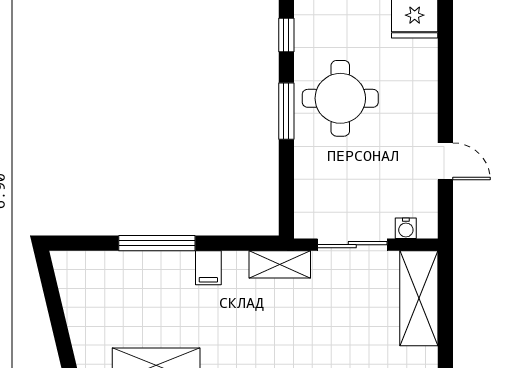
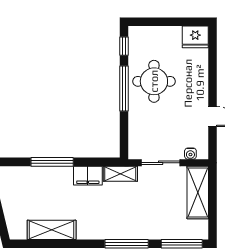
window: (286, 111) -> (124, 88), width x1.44
filing cabinet: (208, 268) -> (88, 176), width x2.00

